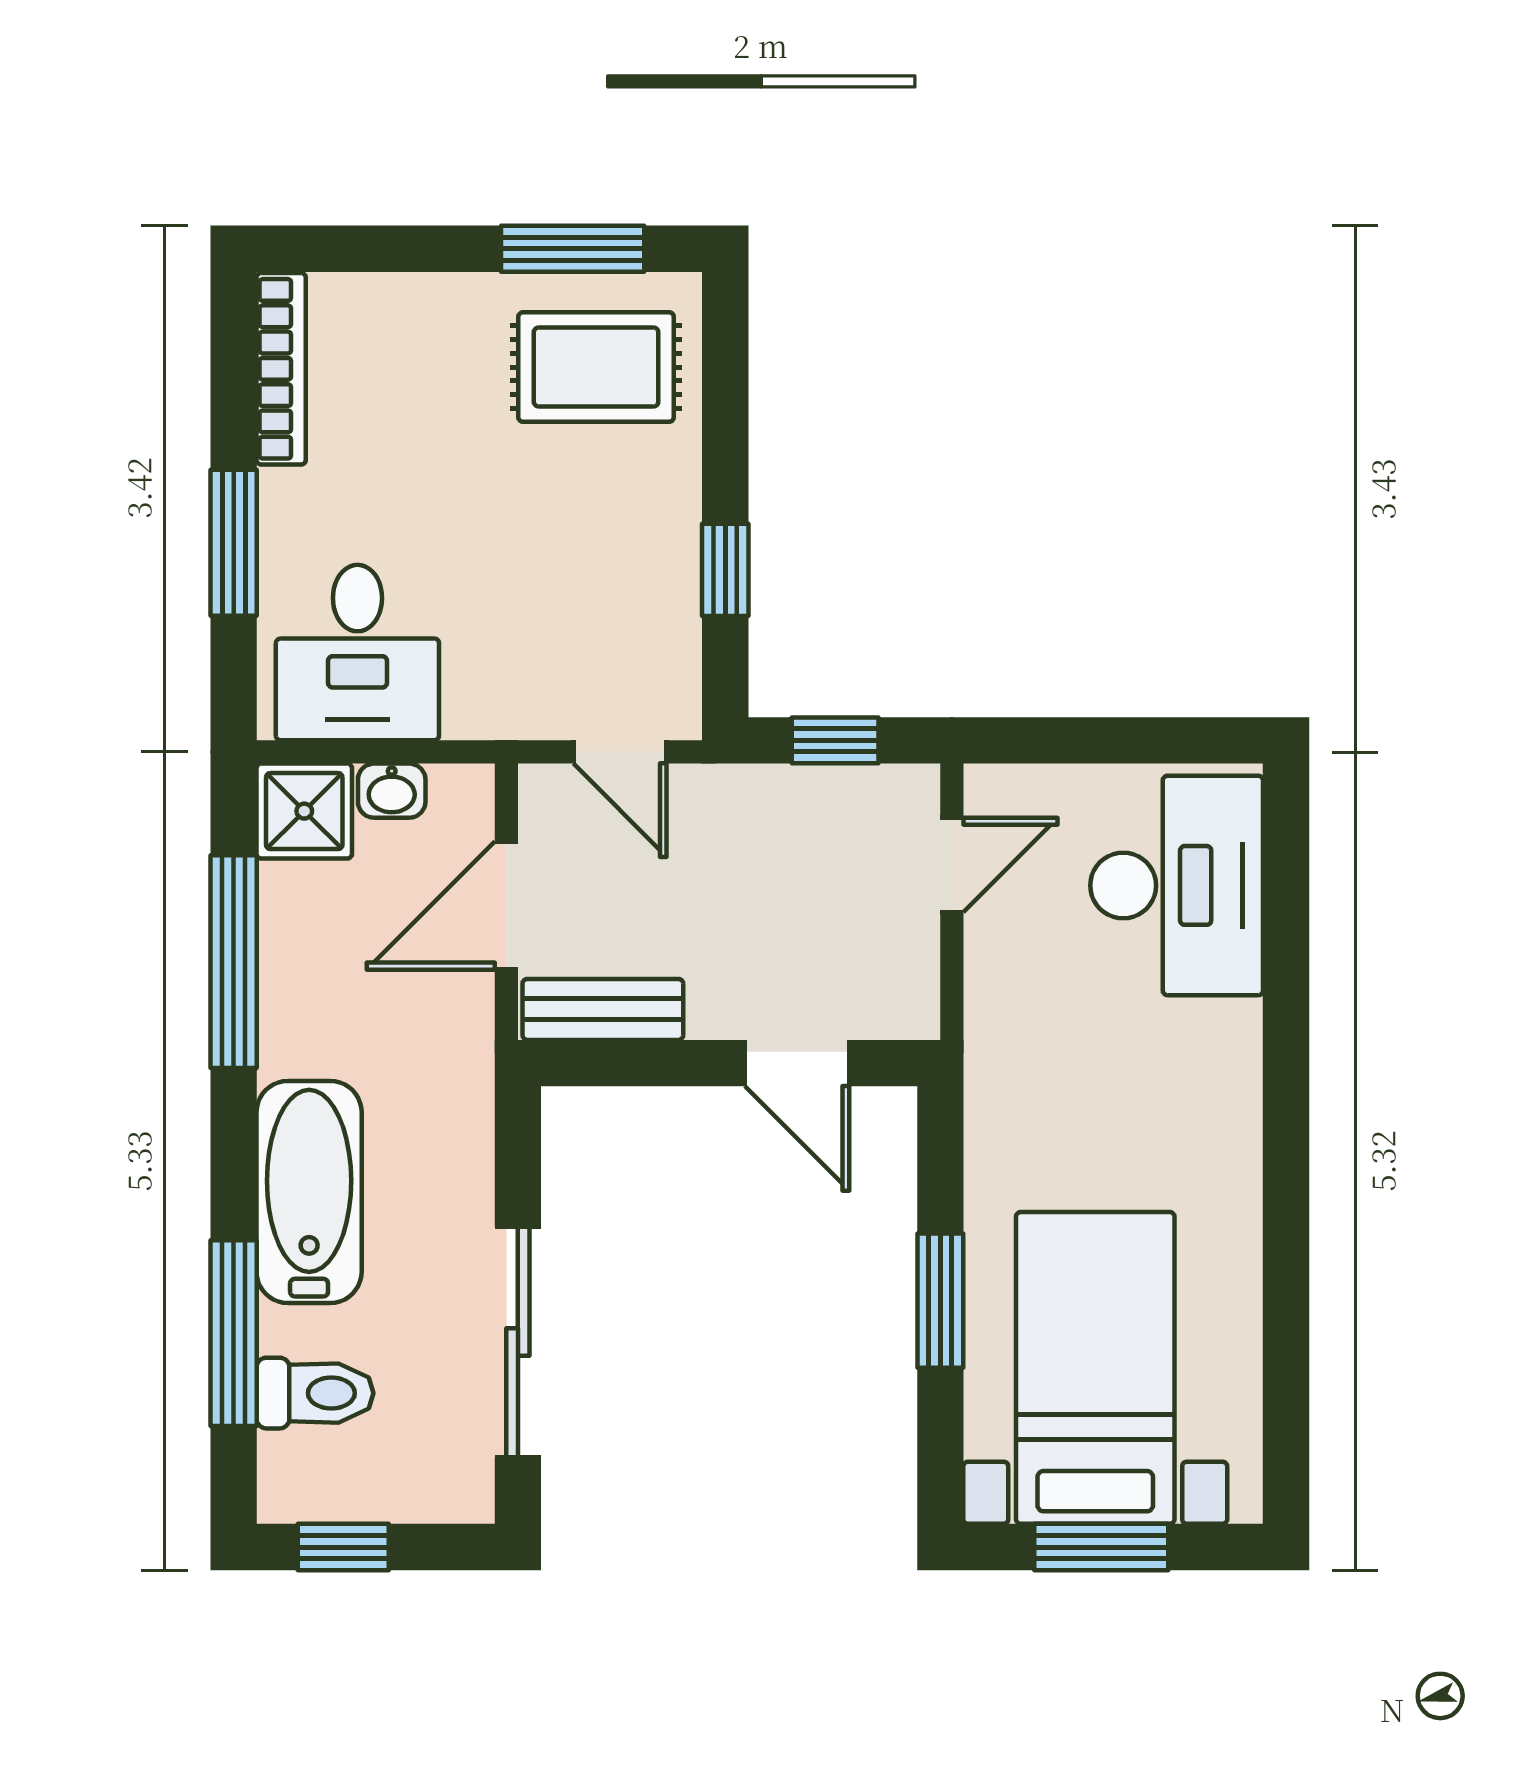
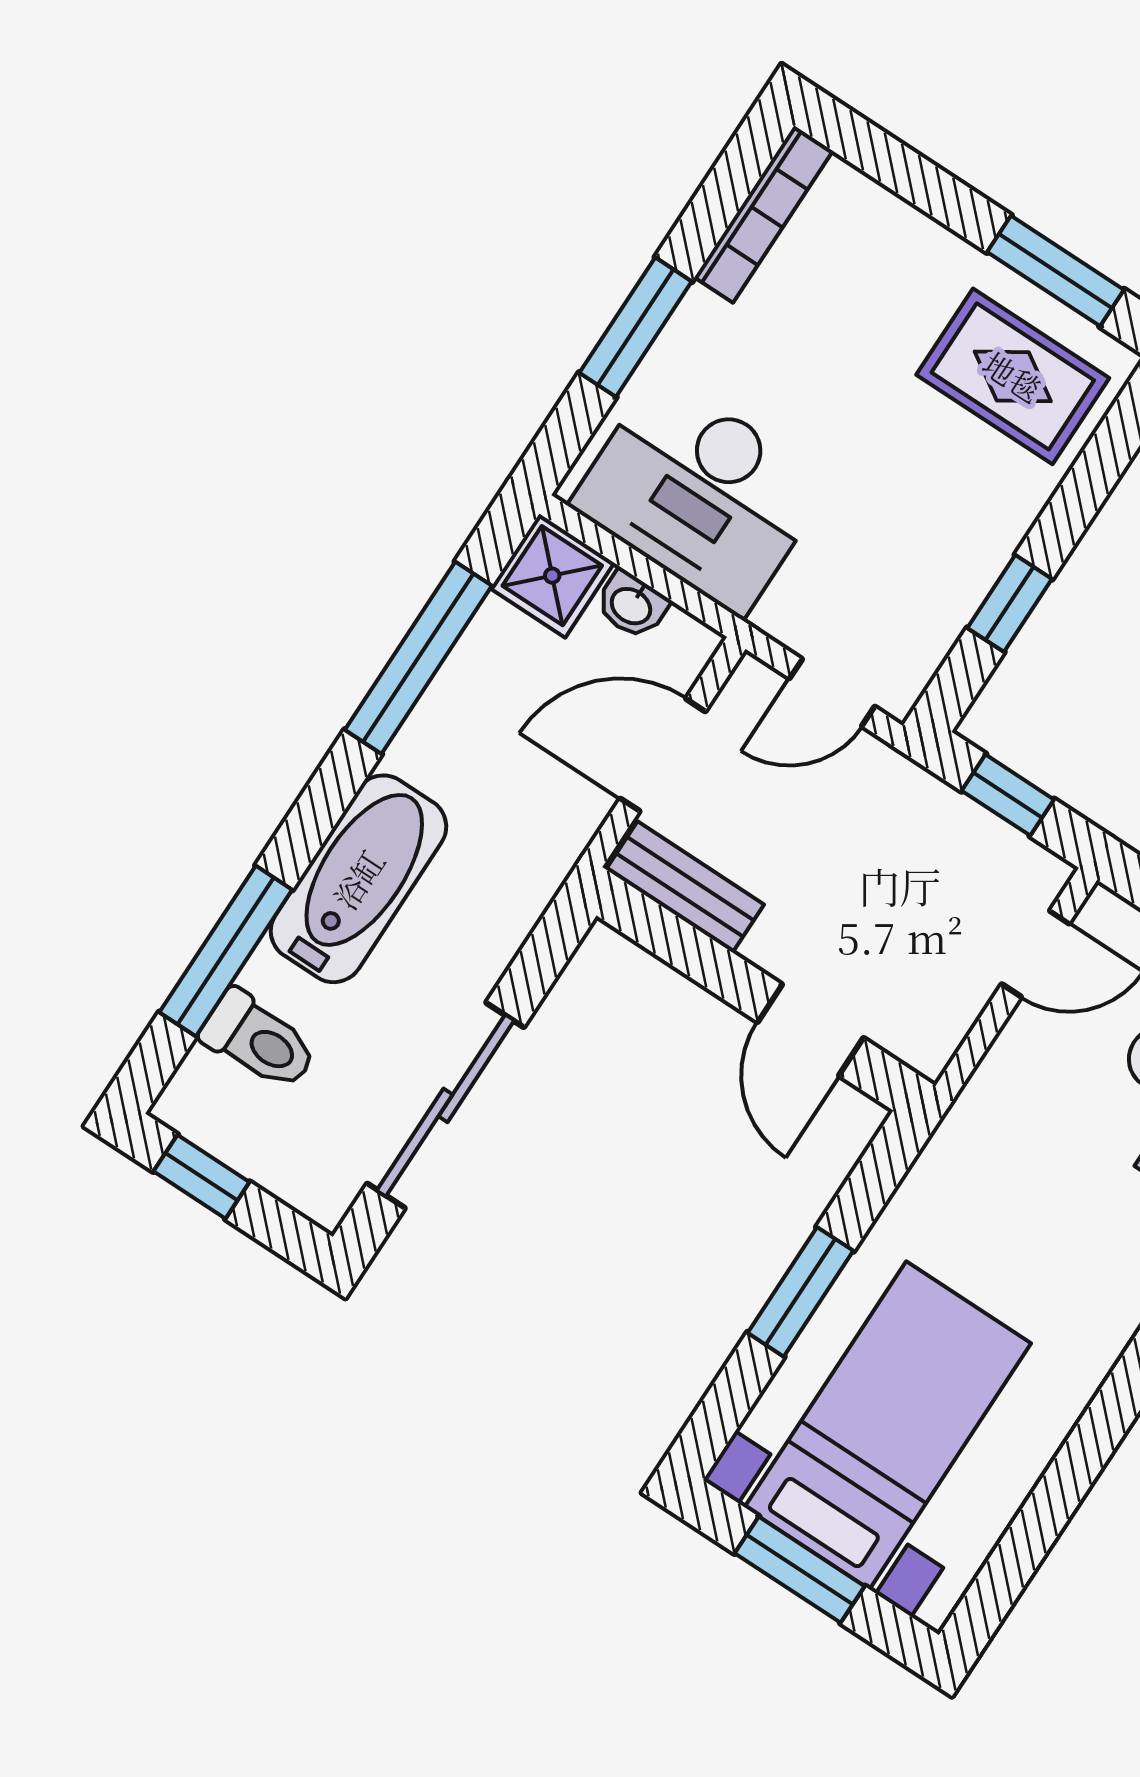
desk: (357, 653) -> (700, 494), width x1.37
door: (620, 752) -> (832, 693), hinge flipped

